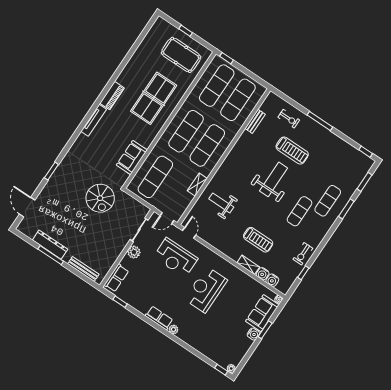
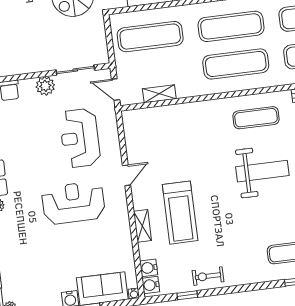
shelving: (197, 185) -> (159, 94), moved
weight bench: (221, 203) -> (185, 136), removed
exercise mat: (300, 211) -> (256, 118), moved
door: (189, 233) -> (126, 175), moved
treadmill: (258, 240) -> (180, 213), width x1.37, depth x1.38
water cooler: (263, 274) -> (151, 285), moved

